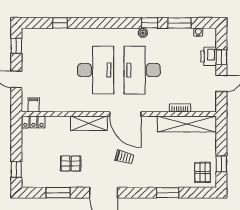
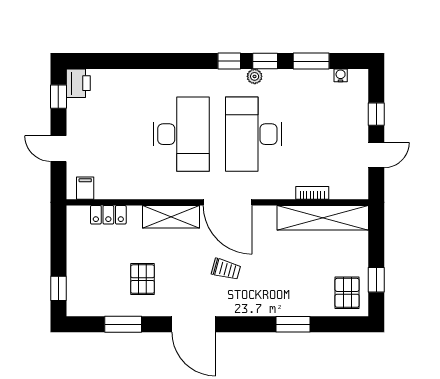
window: (60, 23) -> (229, 61), moved
printer: (209, 56) -> (78, 83), moved, turned 180
locker: (33, 122) -> (108, 215), moved
pallet: (71, 164) -> (143, 279), turned 90

